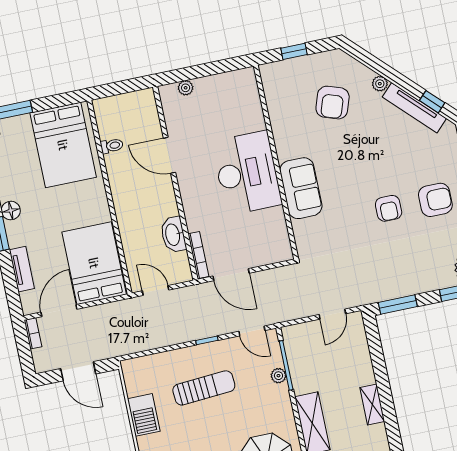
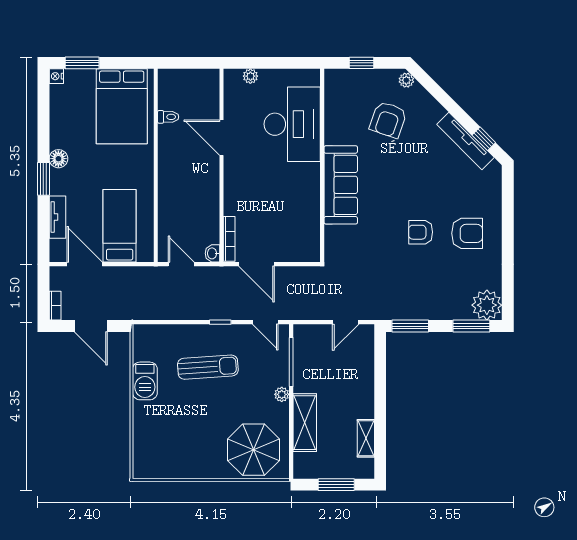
plant: (380, 84) -> (406, 80), moved
desk: (247, 173) -> (292, 124), moved
sofa: (301, 188) -> (341, 185), width x1.36
armchair: (389, 208) -> (421, 232), turned 90
washbasin: (173, 235) -> (212, 253), moved, width x0.52, depth x0.69
bed: (94, 263) -> (120, 226), width x0.67
door: (59, 311) -> (85, 264), hinge flipped
bookcase: (33, 333) -> (55, 306), moved
plant: (278, 376) -> (282, 394), moved
shelving: (372, 404) -> (366, 438), moved

